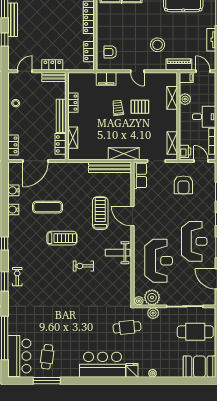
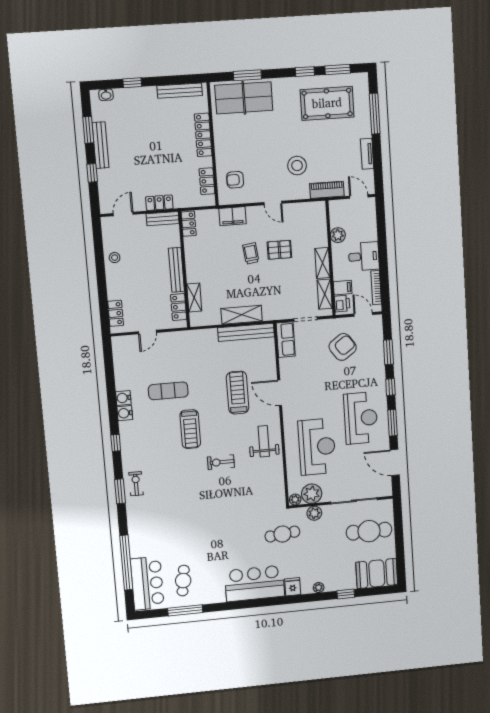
filing cabinet: (186, 78) -> (343, 288), moved
shelving: (172, 98) -> (323, 263), moved
locker: (73, 103) -> (189, 224), moved
shelving: (124, 154) -> (242, 315), moved
door: (35, 161) -> (147, 332), width x0.53
armchair: (183, 185) -> (343, 347), turned -125
water cooler: (13, 190) -> (125, 413), moved
treadmill: (62, 238) -> (190, 429), turned 90
weight bench: (118, 253) -> (264, 441), turned 90
window: (174, 381) -> (346, 594), added

